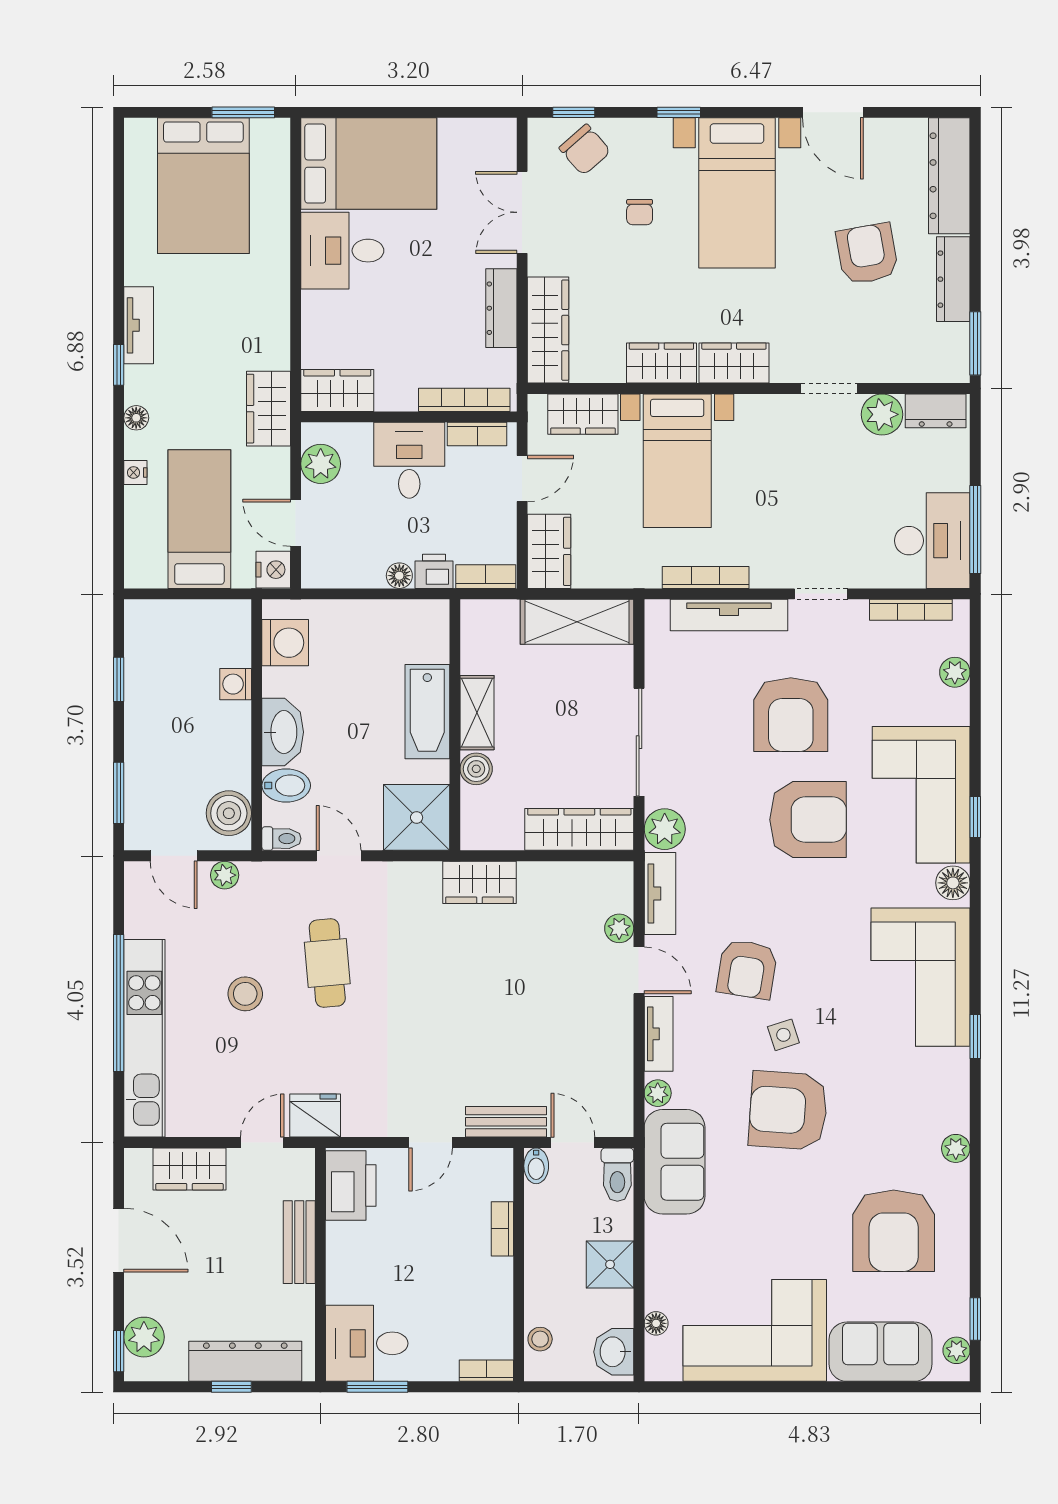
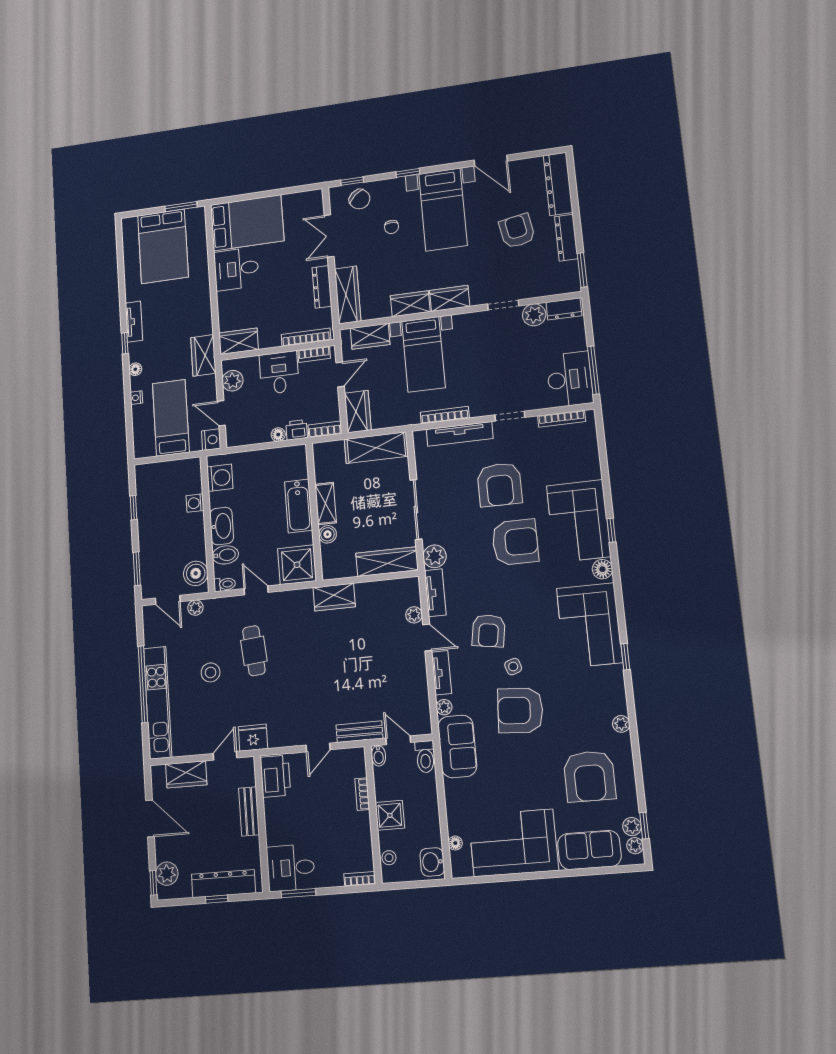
plant: (955, 672) -> (632, 827), moved
shower: (610, 1264) -> (390, 815), moved

